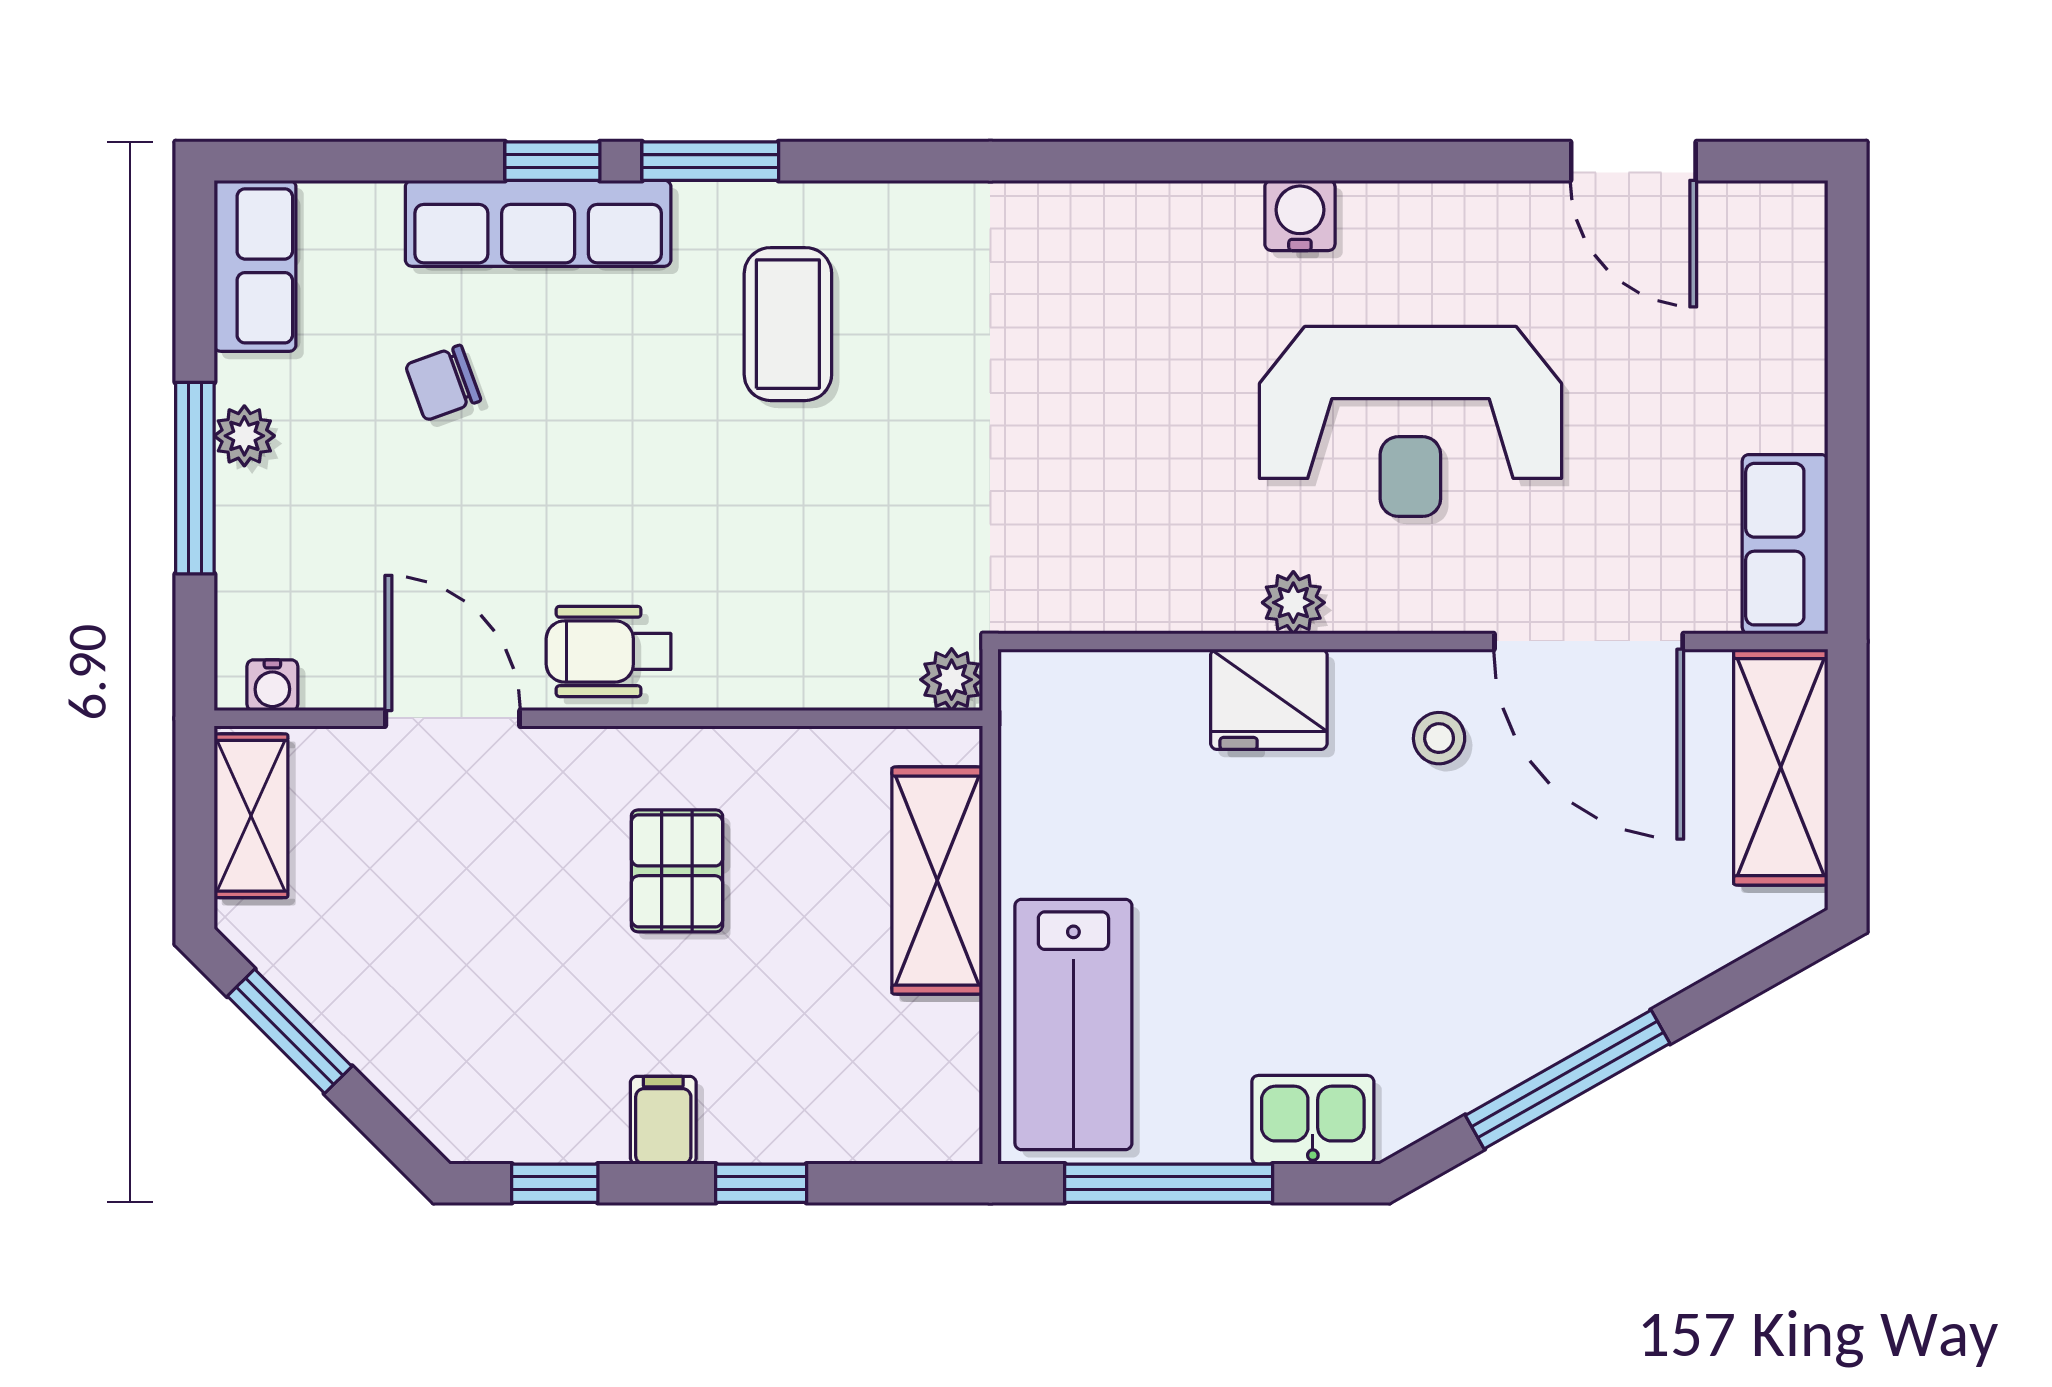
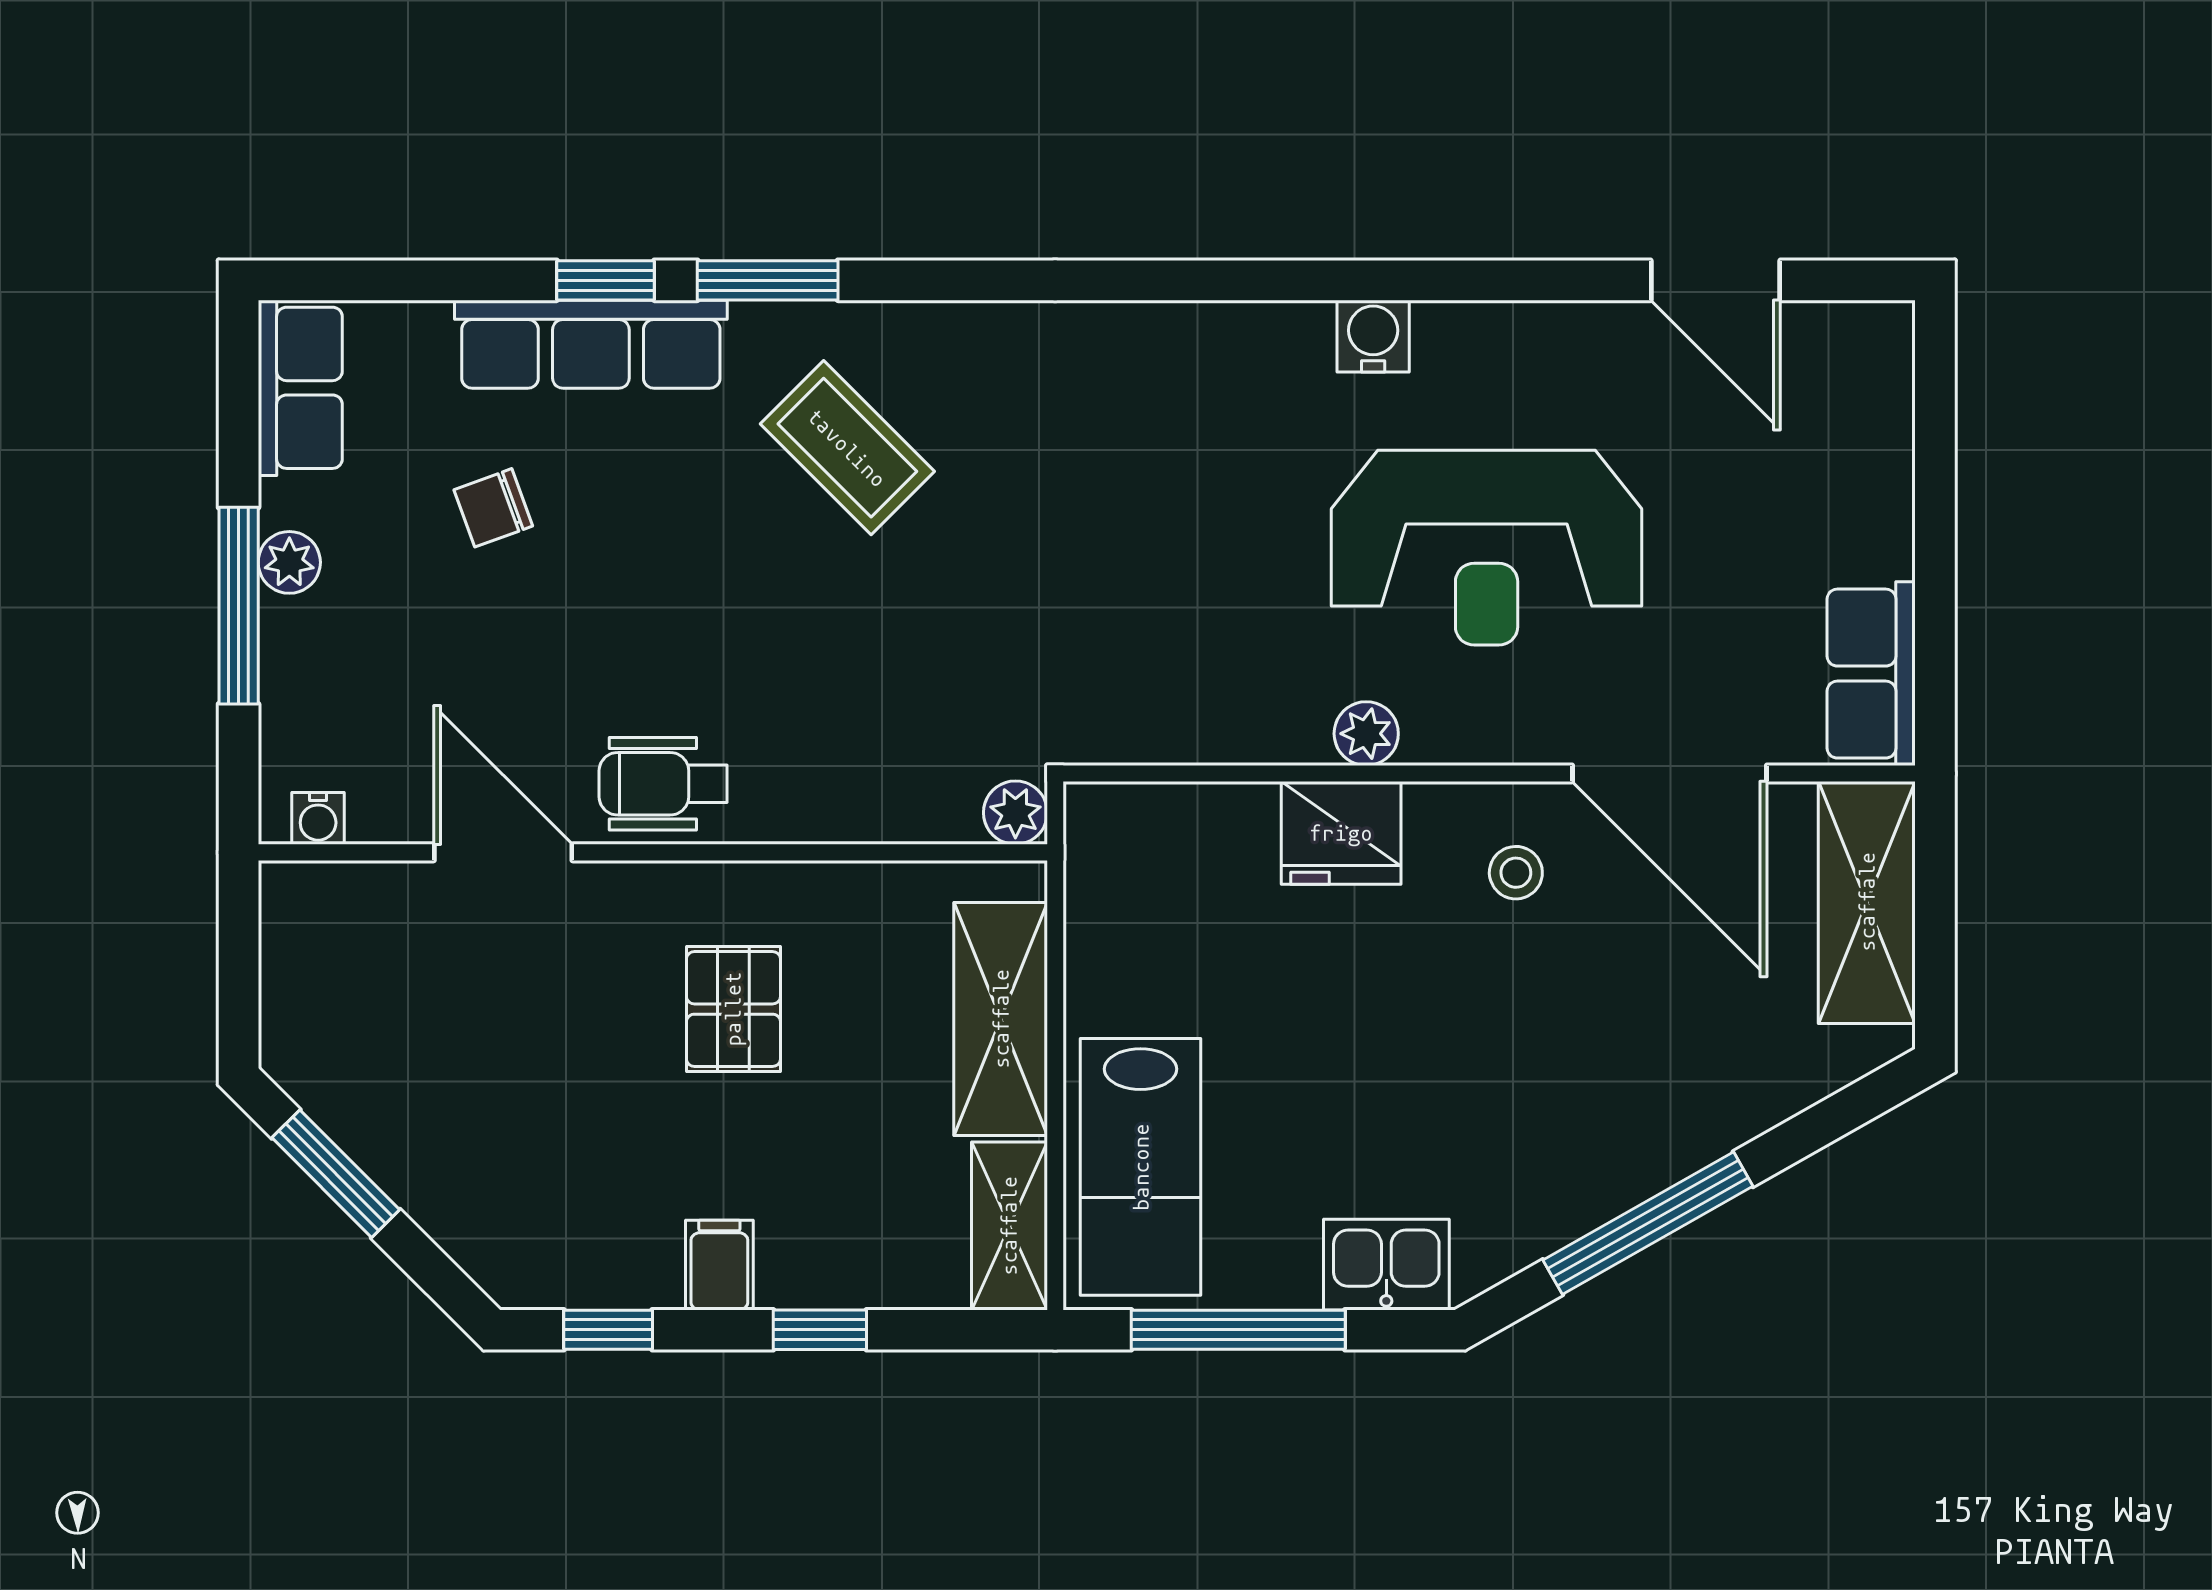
coffee table: (788, 324) -> (847, 448), turned -45
shelving: (251, 816) -> (1009, 1226), moved

